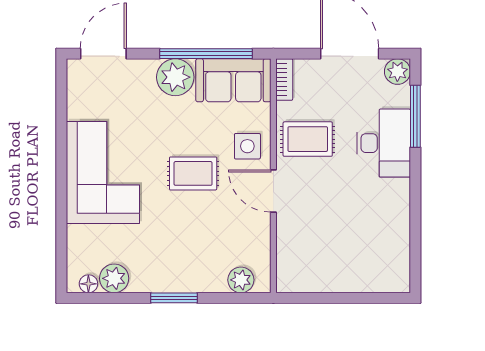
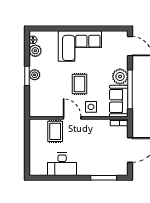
plant: (397, 72) -> (122, 170), removed
rug: (308, 139) -> (55, 131), moved
desk: (384, 143) -> (62, 164), moved
door: (273, 191) -> (72, 118), hinge flipped
plant: (241, 280) -> (35, 75), moved

